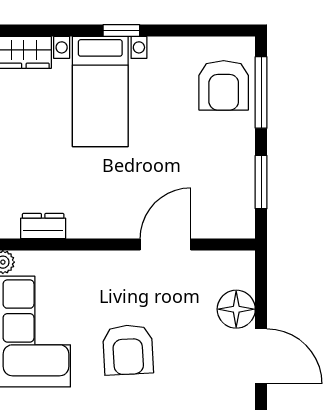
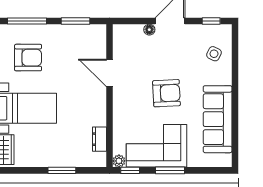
armchair: (224, 85) -> (28, 58), moved
floor lamp: (236, 309) -> (149, 30), width x0.53, depth x0.53

